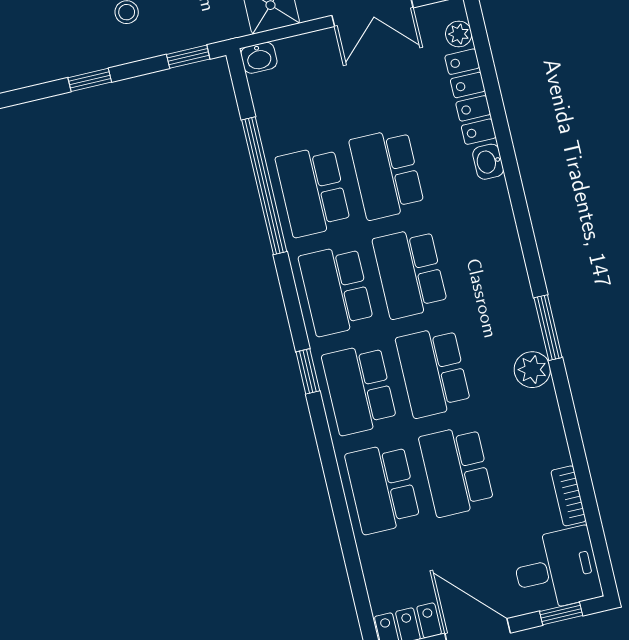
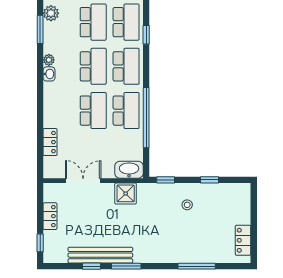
plant: (459, 34) -> (49, 60), moved
washbasin: (259, 58) -> (129, 170), width x1.91, depth x1.45
locker: (470, 97) -> (50, 142), width x0.66
washbasin: (488, 162) -> (49, 74), moved

